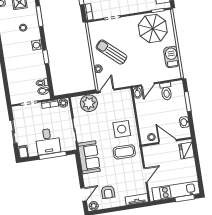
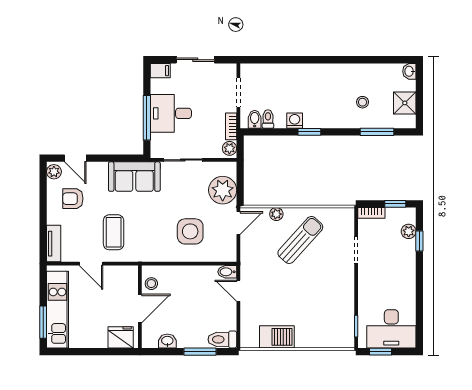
parasol: (153, 28) -> (328, 313), removed
washing machine: (37, 45) -> (295, 121), moved
door: (107, 91) -> (238, 223), hinge flipped
toilet: (166, 91) -> (222, 339), moved
side table: (122, 129) -> (190, 231), moved
coffee table: (124, 152) -> (114, 232), moved

